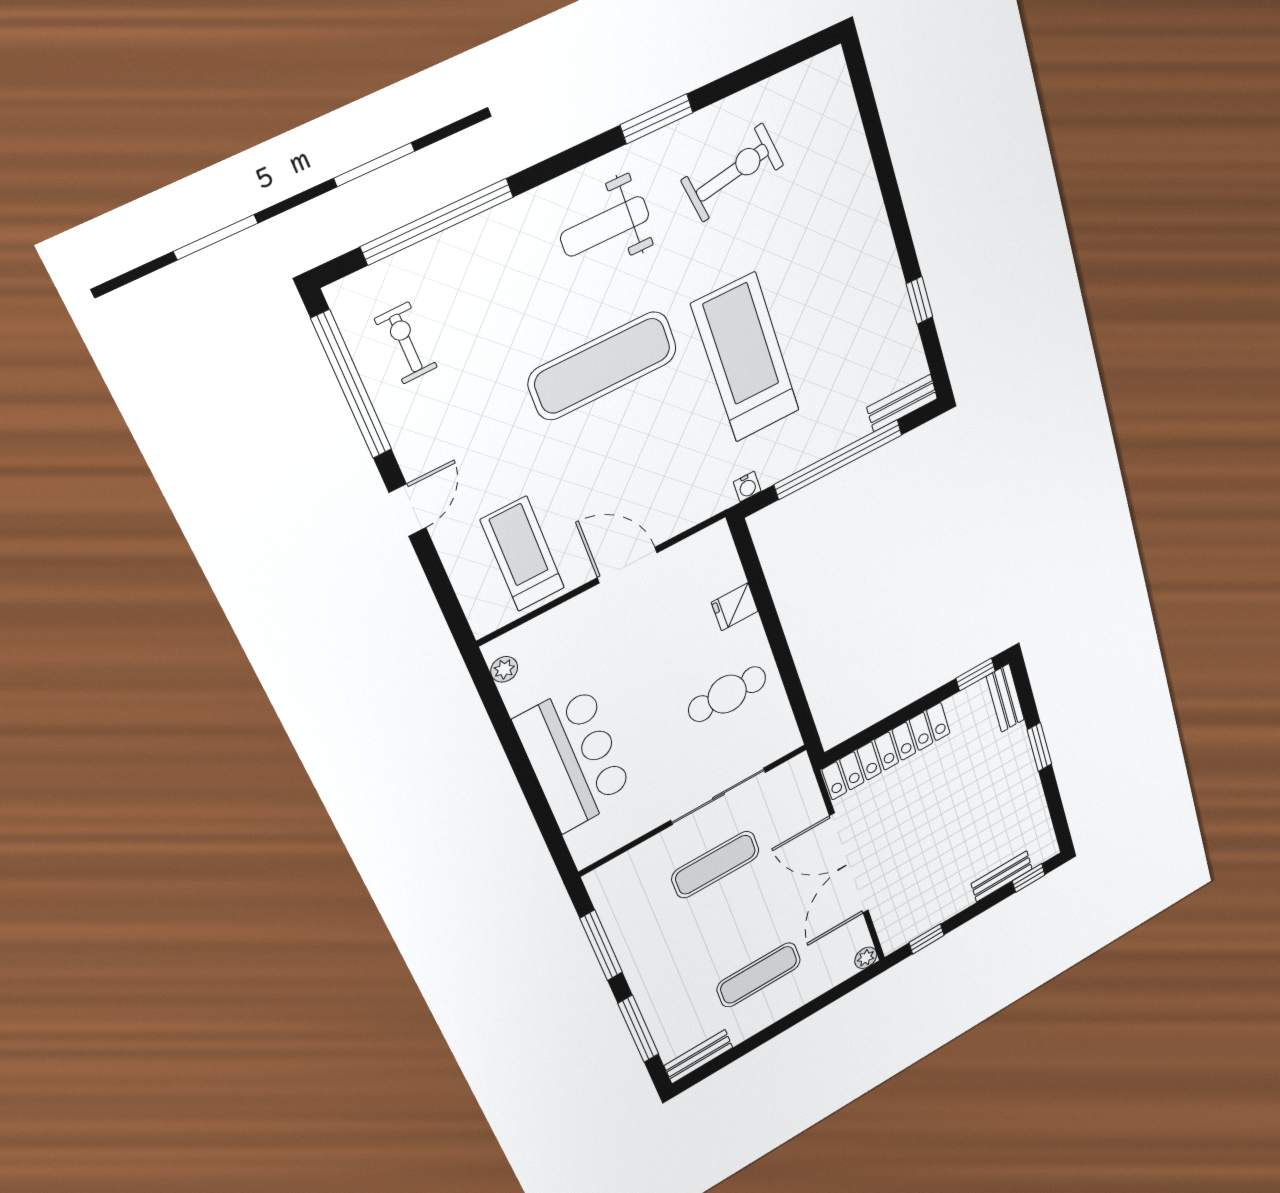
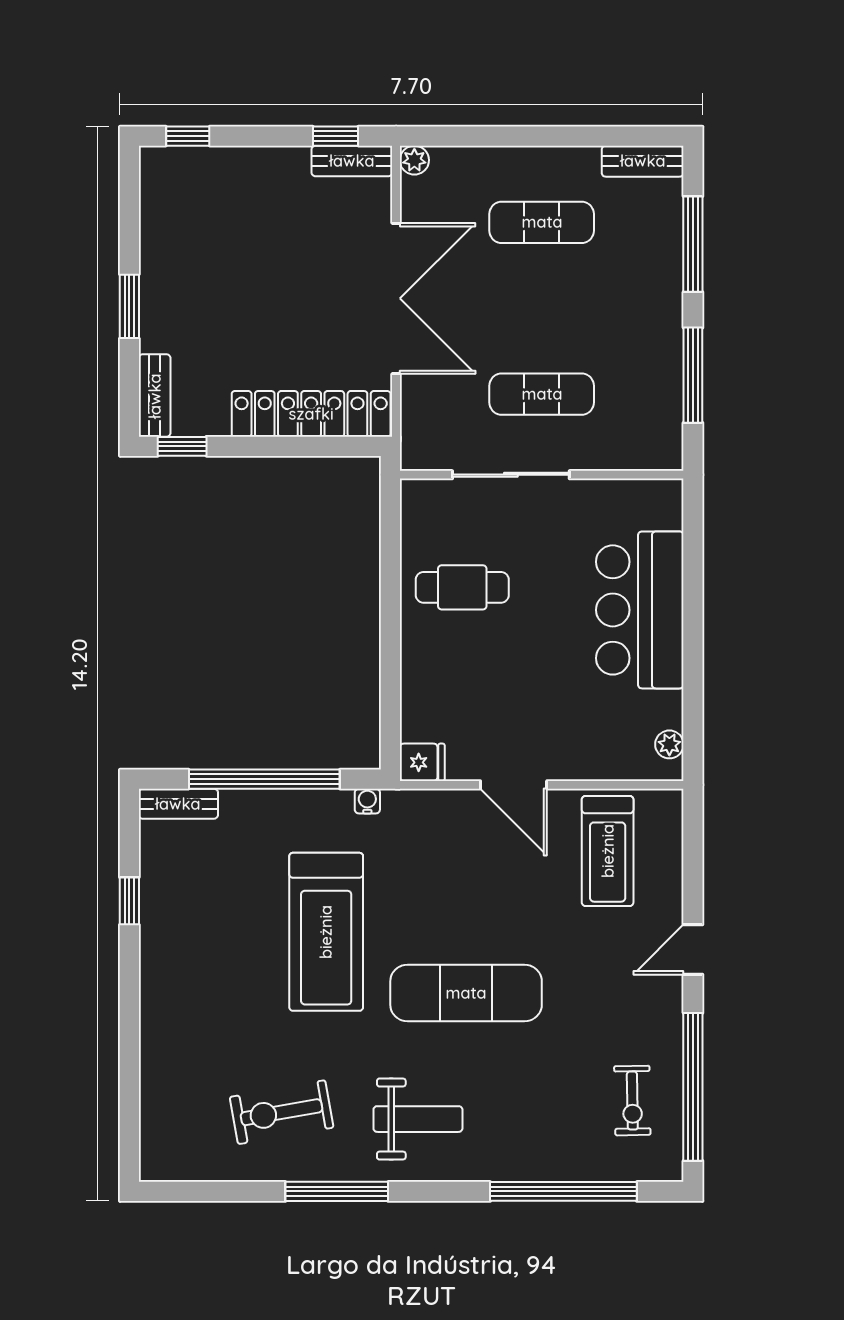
window: (657, 119) -> (337, 1191), width x1.44
fridge: (735, 607) -> (422, 762), moved
bench: (1002, 876) -> (352, 161), moved

